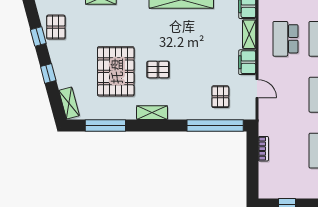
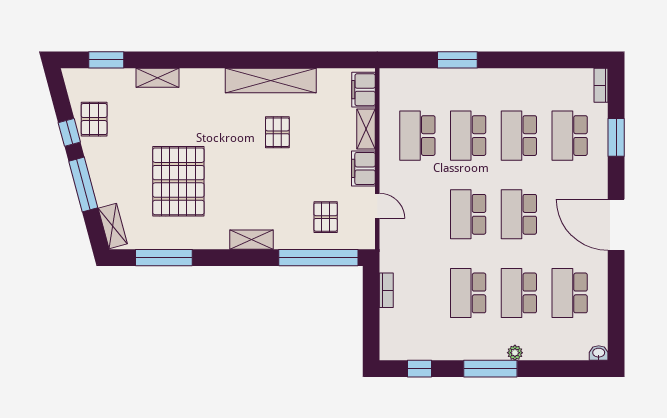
pallet: (158, 70) -> (277, 132), moved, turned 90
window: (48, 74) -> (83, 184), width x2.17
shelving: (152, 113) -> (251, 240), moved

